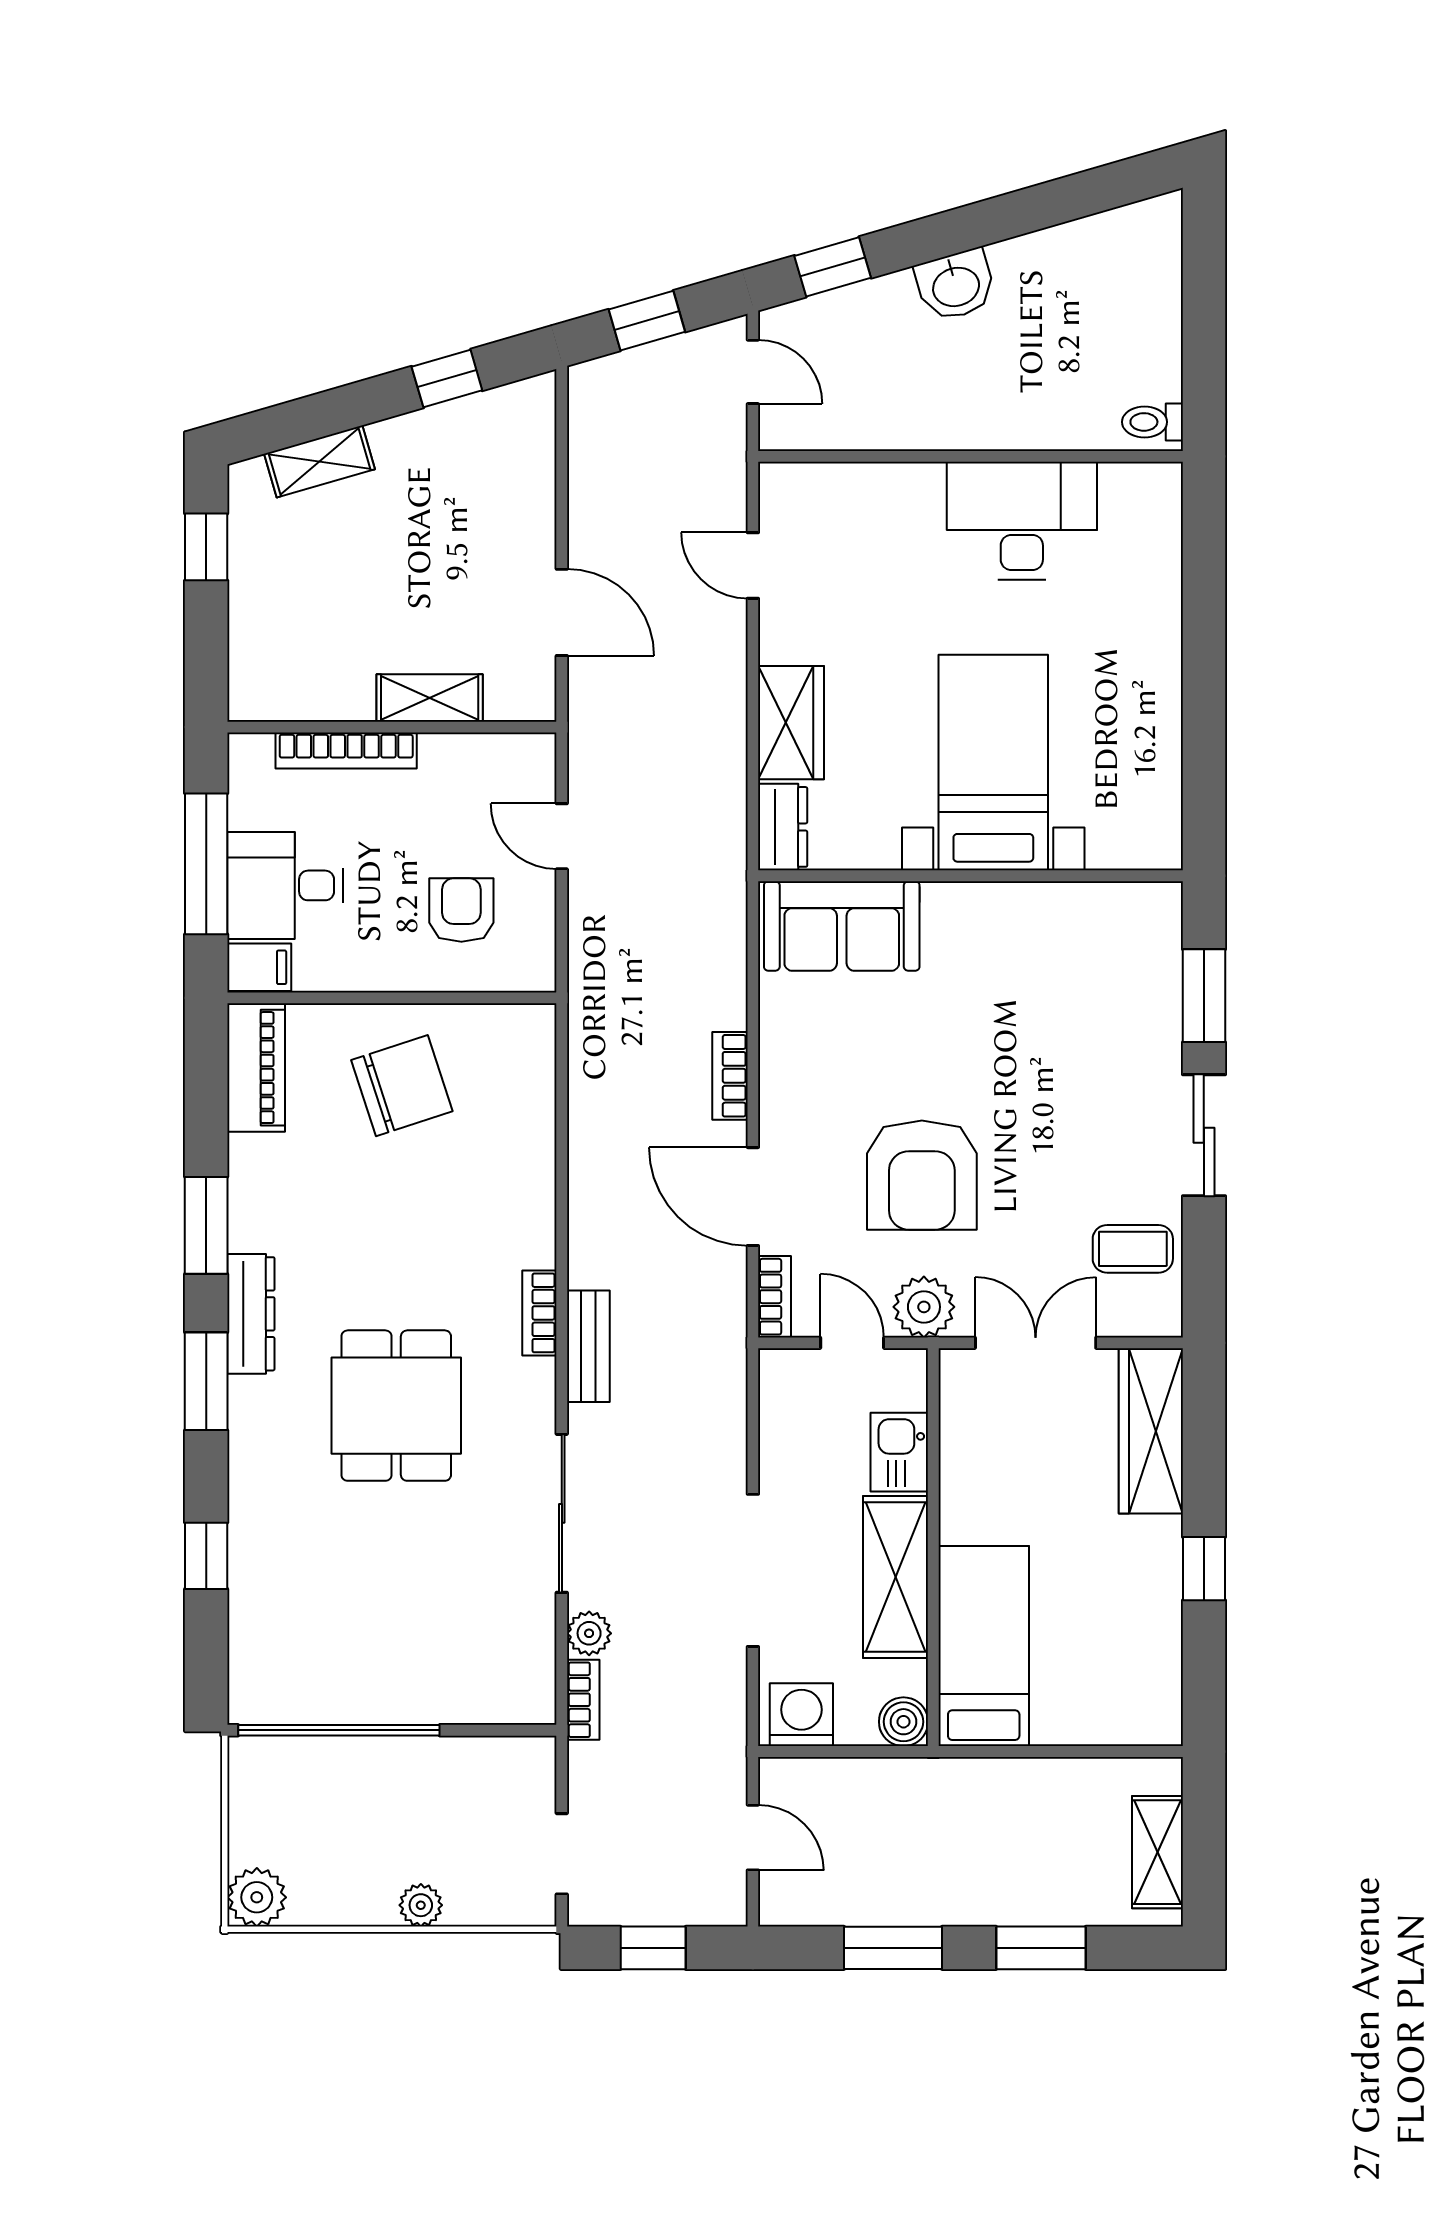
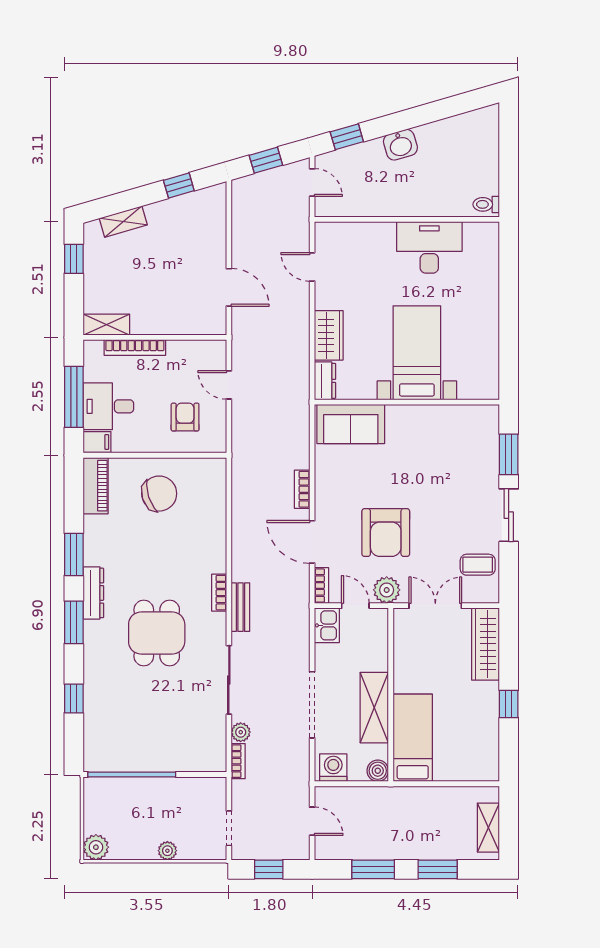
shelving: (430, 698) -> (107, 325), moved
kitchen sink: (899, 1452) -> (327, 625), moved, turned 180

